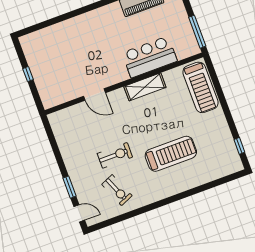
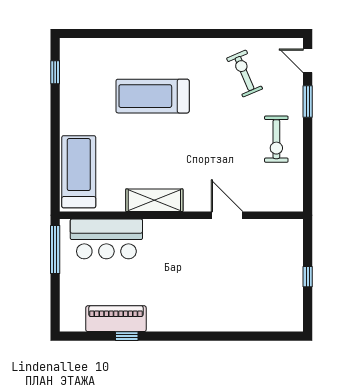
bar counter: (150, 57) -> (106, 239), moved
exercise bike: (115, 155) -> (276, 139), moved, turned -90

